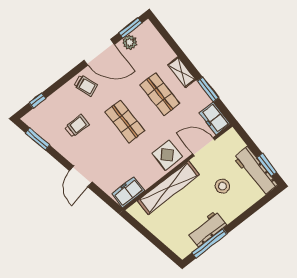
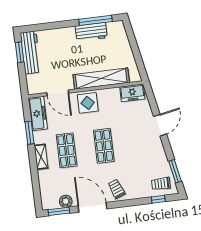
freezer: (215, 118) -> (38, 113), width x1.40
trolley: (77, 126) -> (161, 184), moved
stool: (222, 186) -> (61, 56), removed

